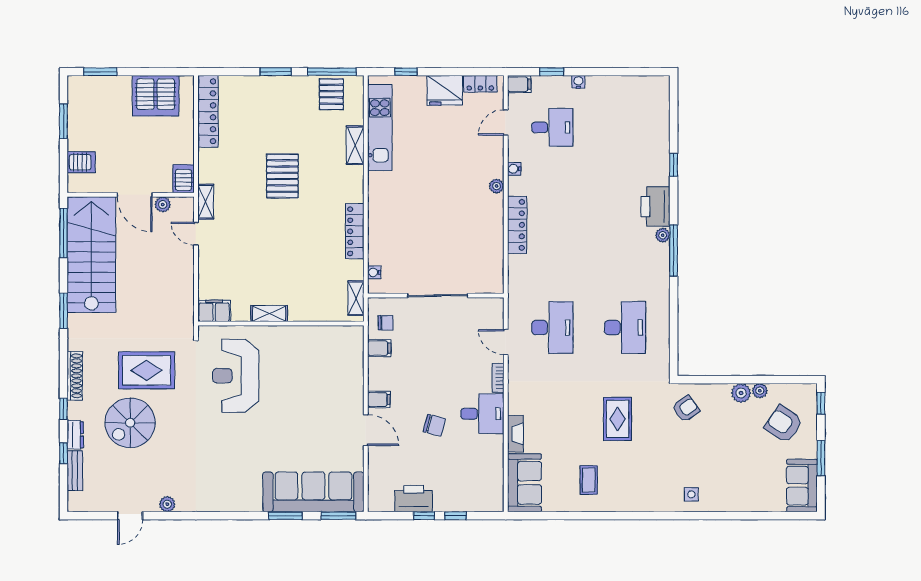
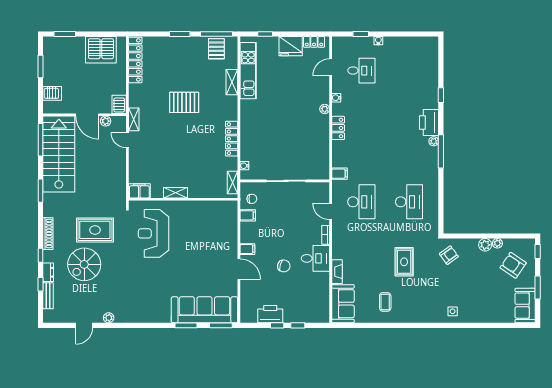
filing cabinet: (519, 84) -> (340, 174), moved
pallet: (282, 176) -> (184, 102), turned 90
locker: (517, 225) -> (338, 128), width x0.66

